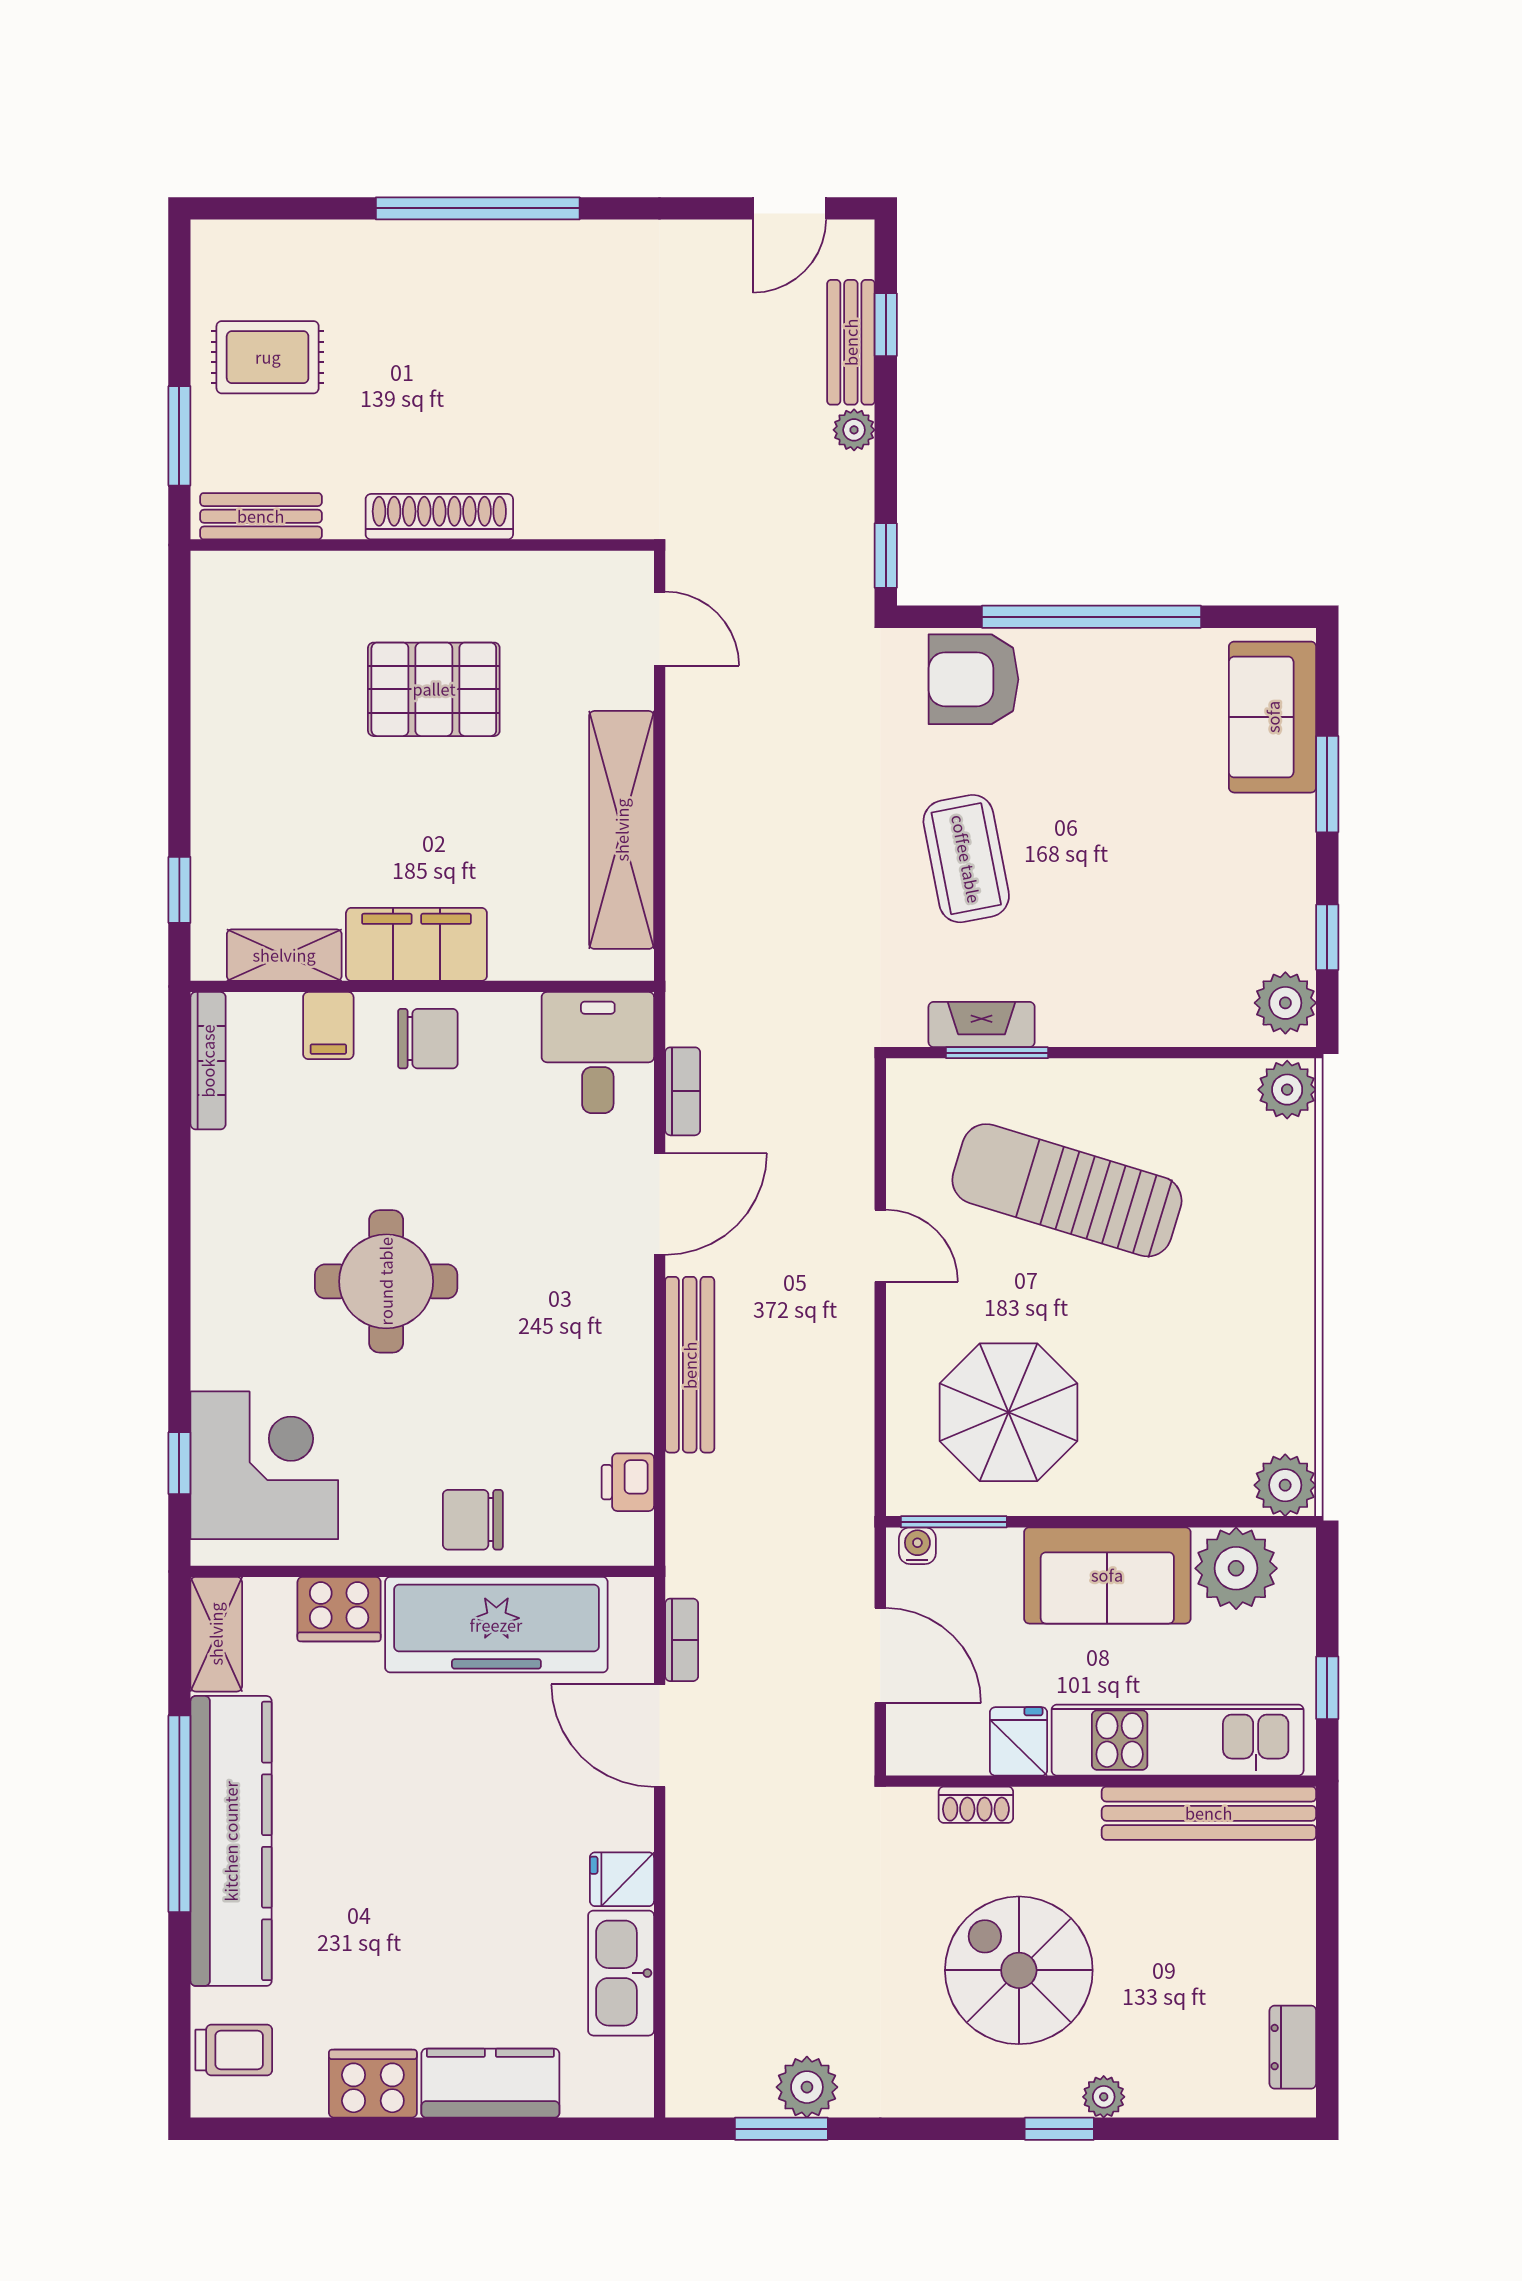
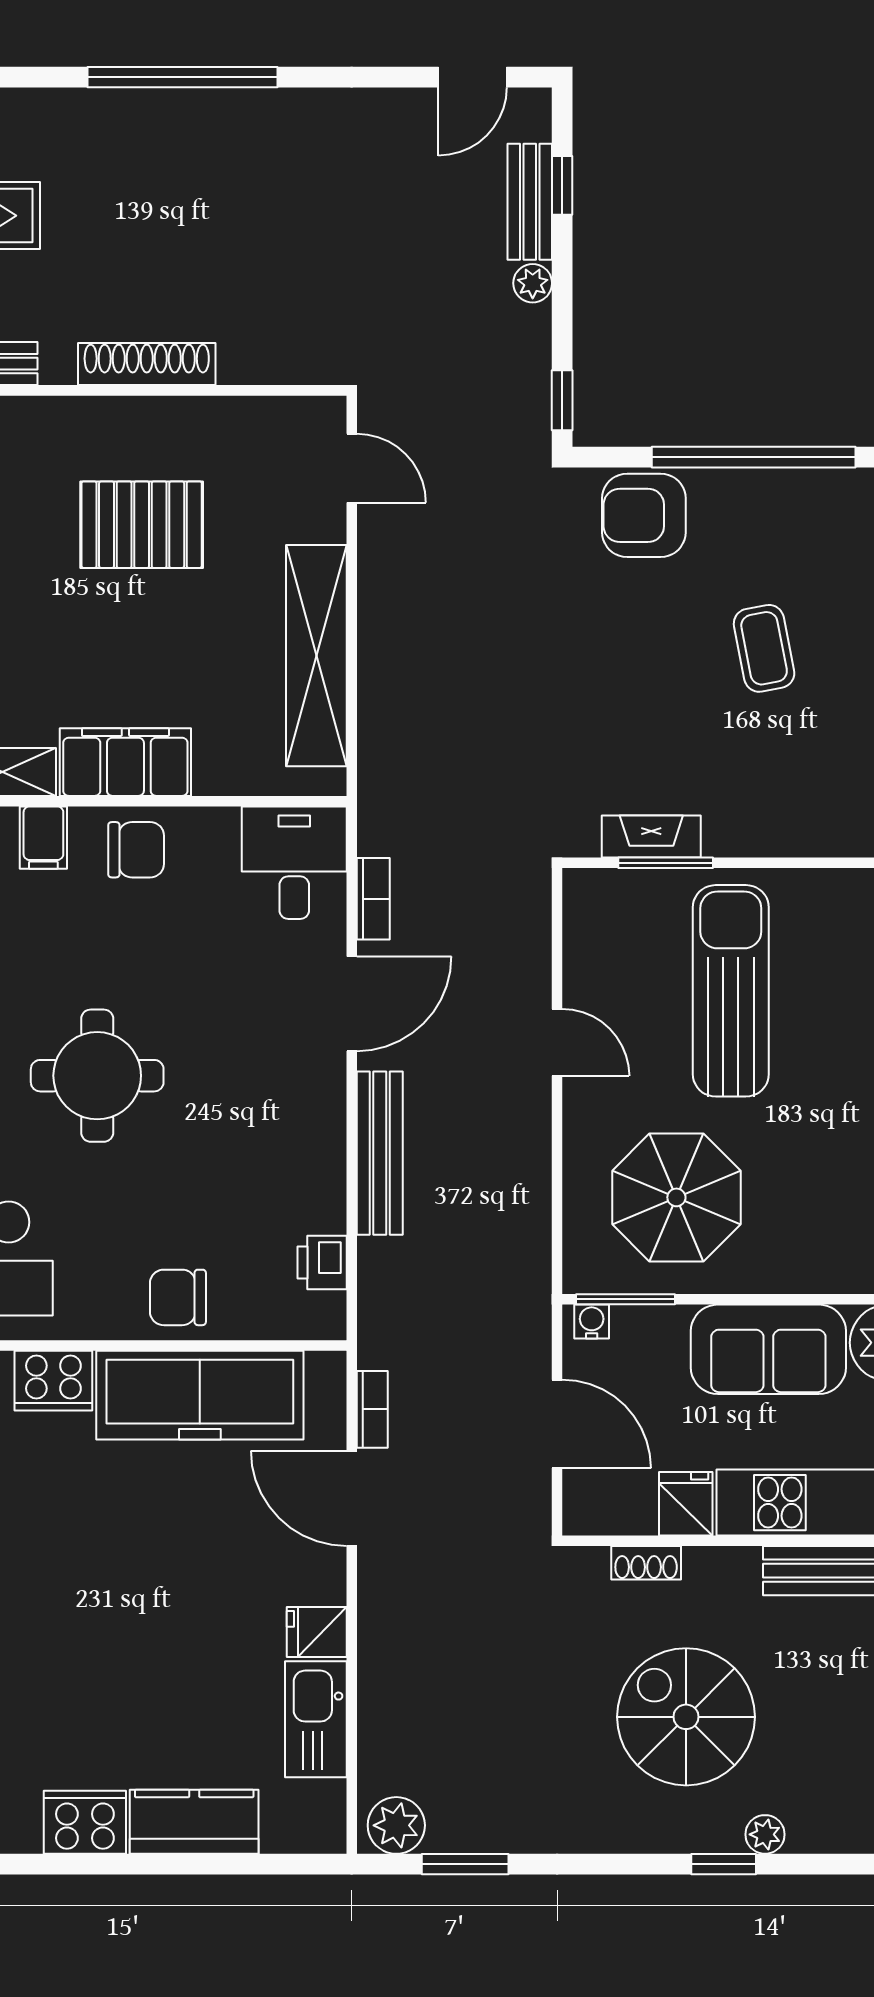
coffee table: (966, 859) -> (764, 648), moved, width x0.73, depth x0.77
sun lounger: (1067, 1190) -> (731, 991), turned 73
plant: (807, 2087) -> (396, 1825), moved

